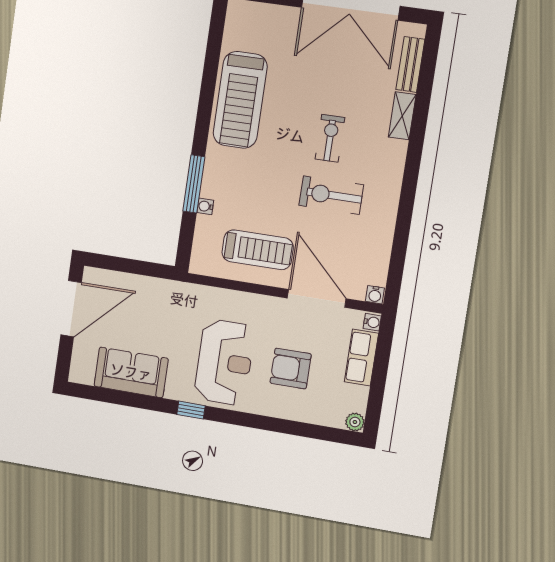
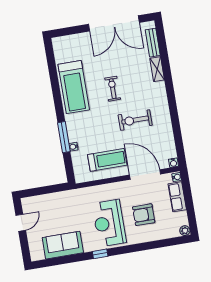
exercise bike: (330, 138) -> (113, 89), moved
door: (71, 309) -> (21, 223), width x0.53
reception desk: (224, 362) -> (109, 223), turned 180

